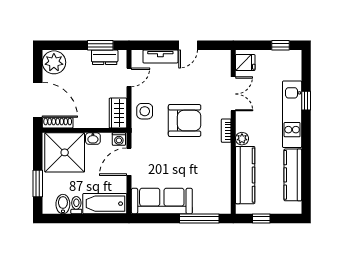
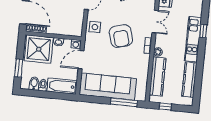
wardrobe: (118, 113) -> (77, 27), removed
armchair: (185, 121) -> (121, 36), turned 74
sofa: (162, 201) -> (108, 87), width x1.36, depth x1.27

